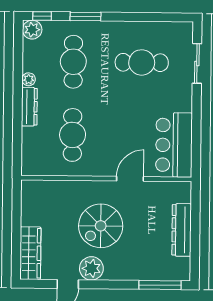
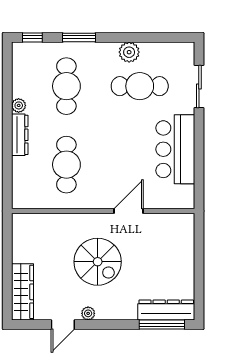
plant: (32, 30) -> (129, 52), moved
bar counter: (174, 145) -> (175, 149), moved
spiral stairs: (101, 226) -> (98, 262), turned -90
dresser: (182, 230) -> (166, 310), moved, turned 90
plant: (91, 268) -> (88, 313), width x0.53, depth x0.53

